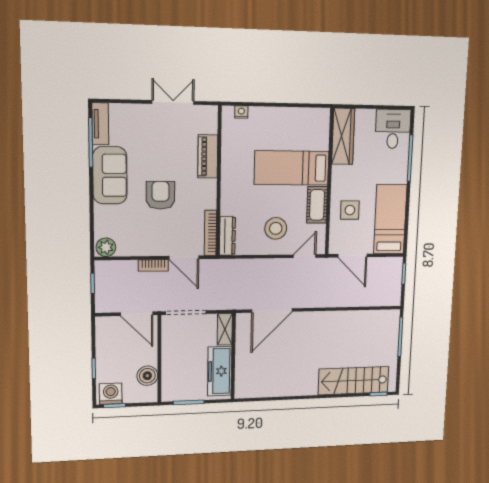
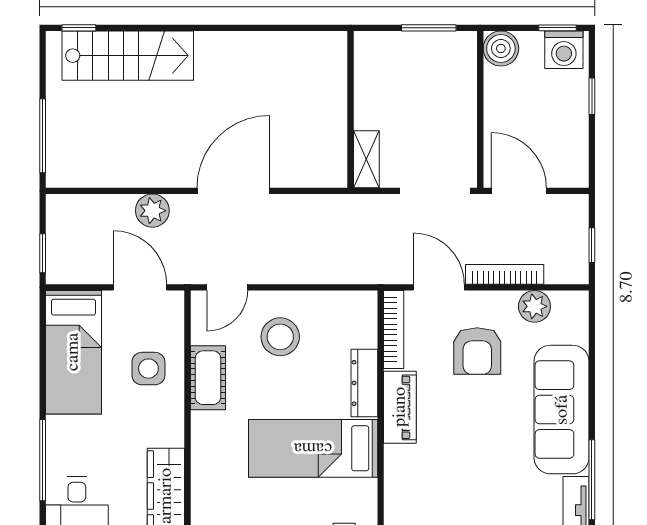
piano: (208, 156) -> (400, 407), moved
bed: (292, 168) -> (313, 448), moved, turned 180
sofa: (110, 175) -> (562, 410), width x1.36
armchair: (161, 195) -> (477, 351), moved
dresser: (227, 236) -> (364, 383), moved
plant: (106, 247) -> (534, 306), moved
bookcase: (153, 265) -> (505, 274), width x1.56
plant: (344, 298) -> (152, 211), added
door: (272, 311) -> (233, 191), moved
freezer: (220, 371) -> (374, 83), removed
boiler: (147, 376) -> (501, 48), moved

